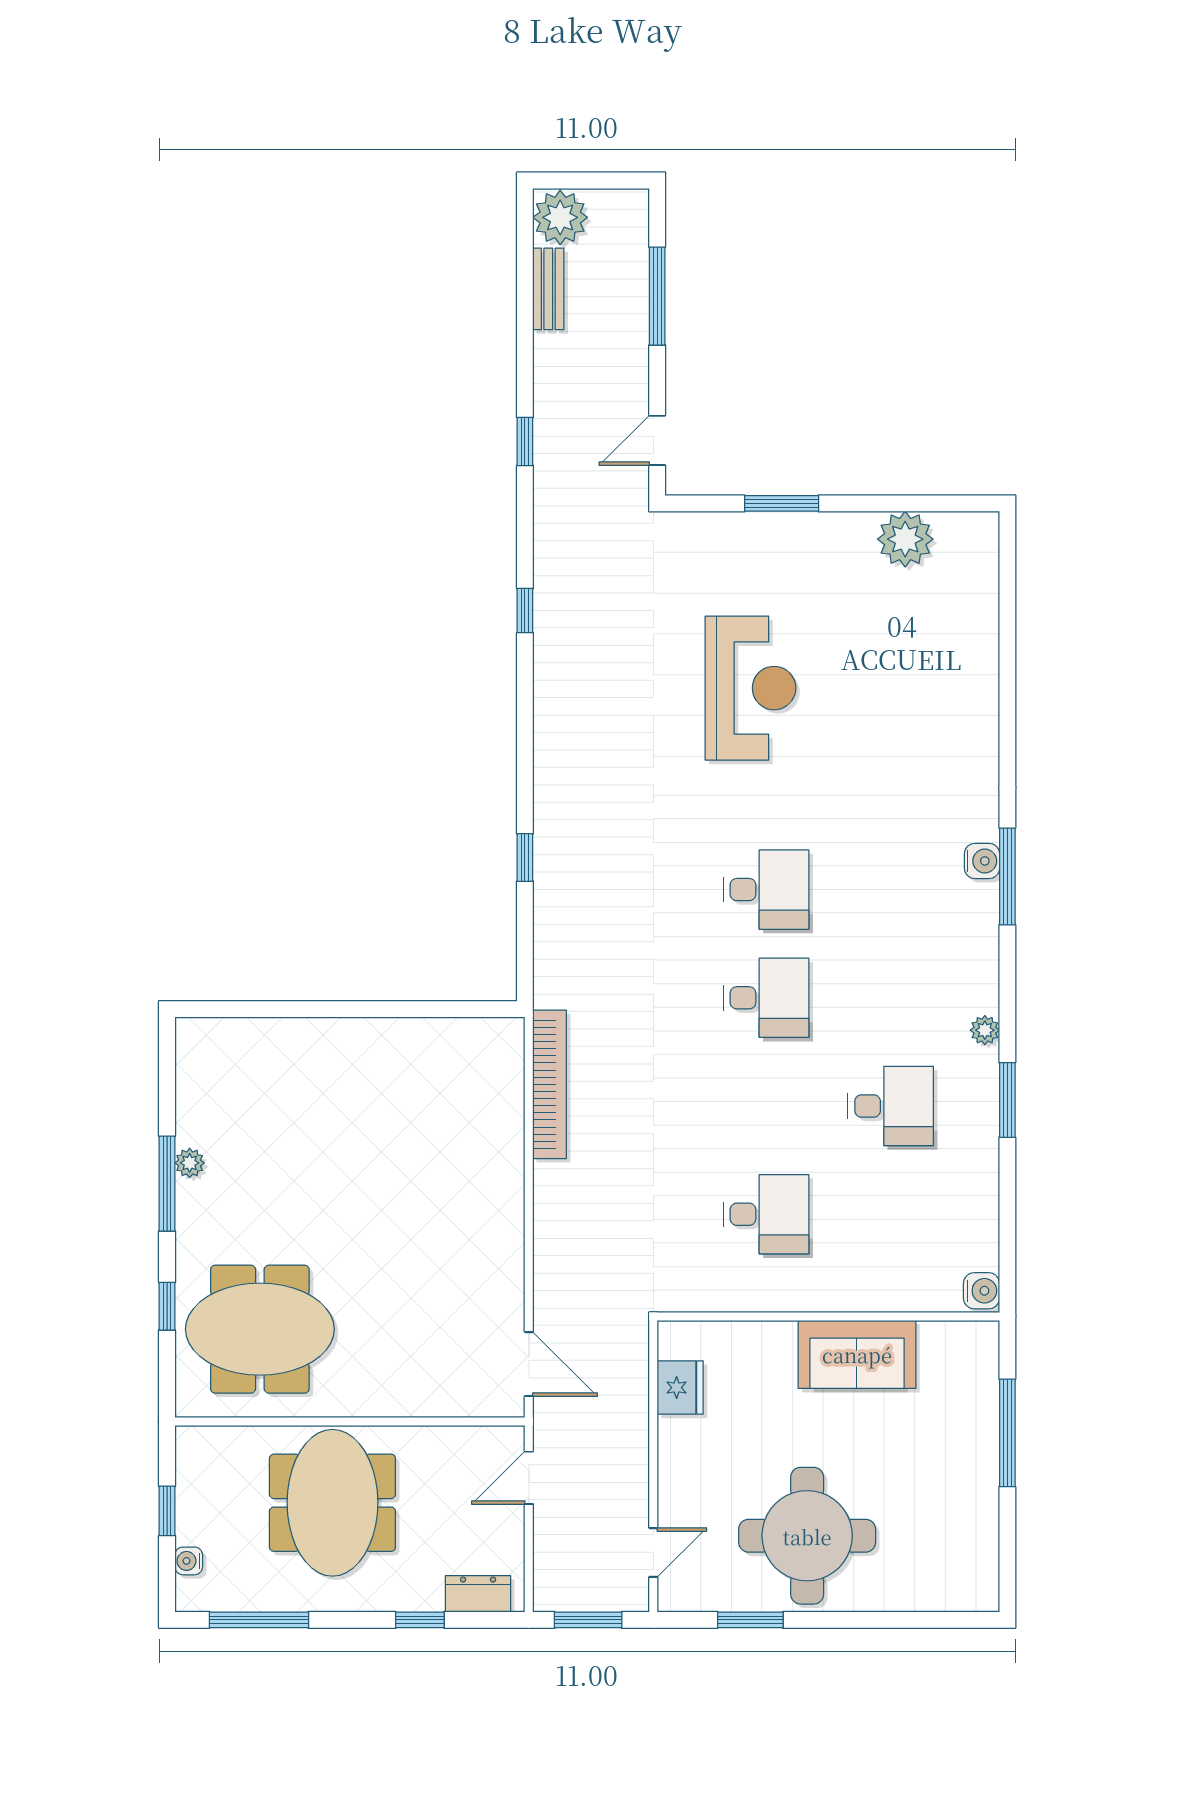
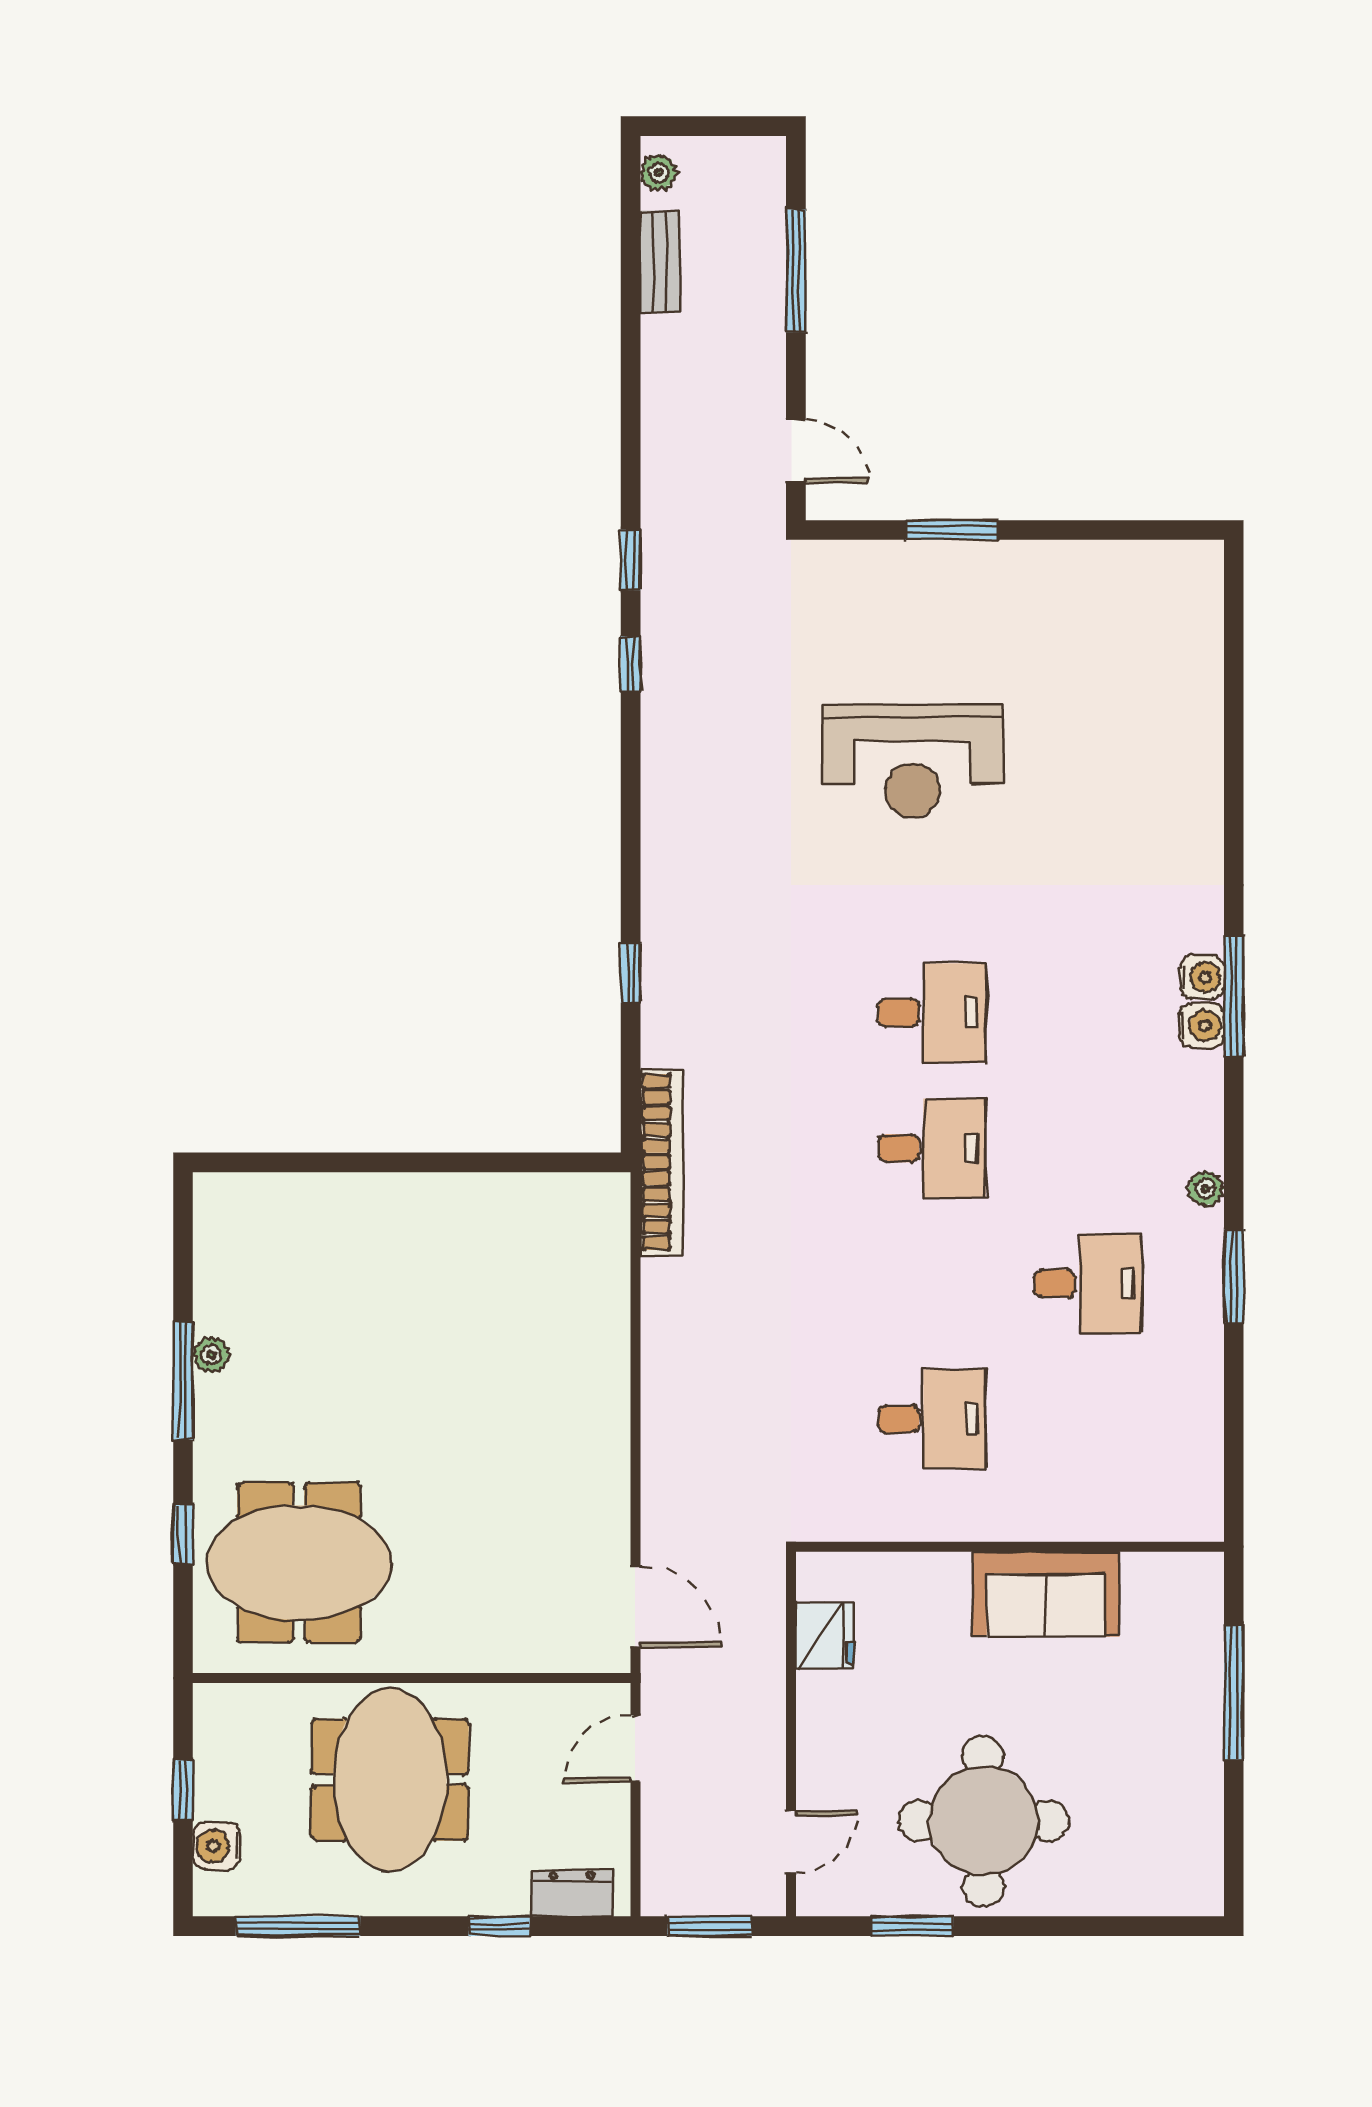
plant: (560, 217) -> (659, 173), width x0.53, depth x0.53
door: (657, 440) -> (796, 451), swing flipped
window: (525, 441) -> (631, 560), moved
plant: (905, 539) -> (1106, 575), removed
reception desk: (751, 688) -> (913, 761), turned 90
bookcase: (550, 1084) -> (661, 1162), moved
water cooler: (982, 1291) -> (1201, 1026), moved
water cooler: (189, 1561) -> (217, 1846), width x1.38, depth x1.38

